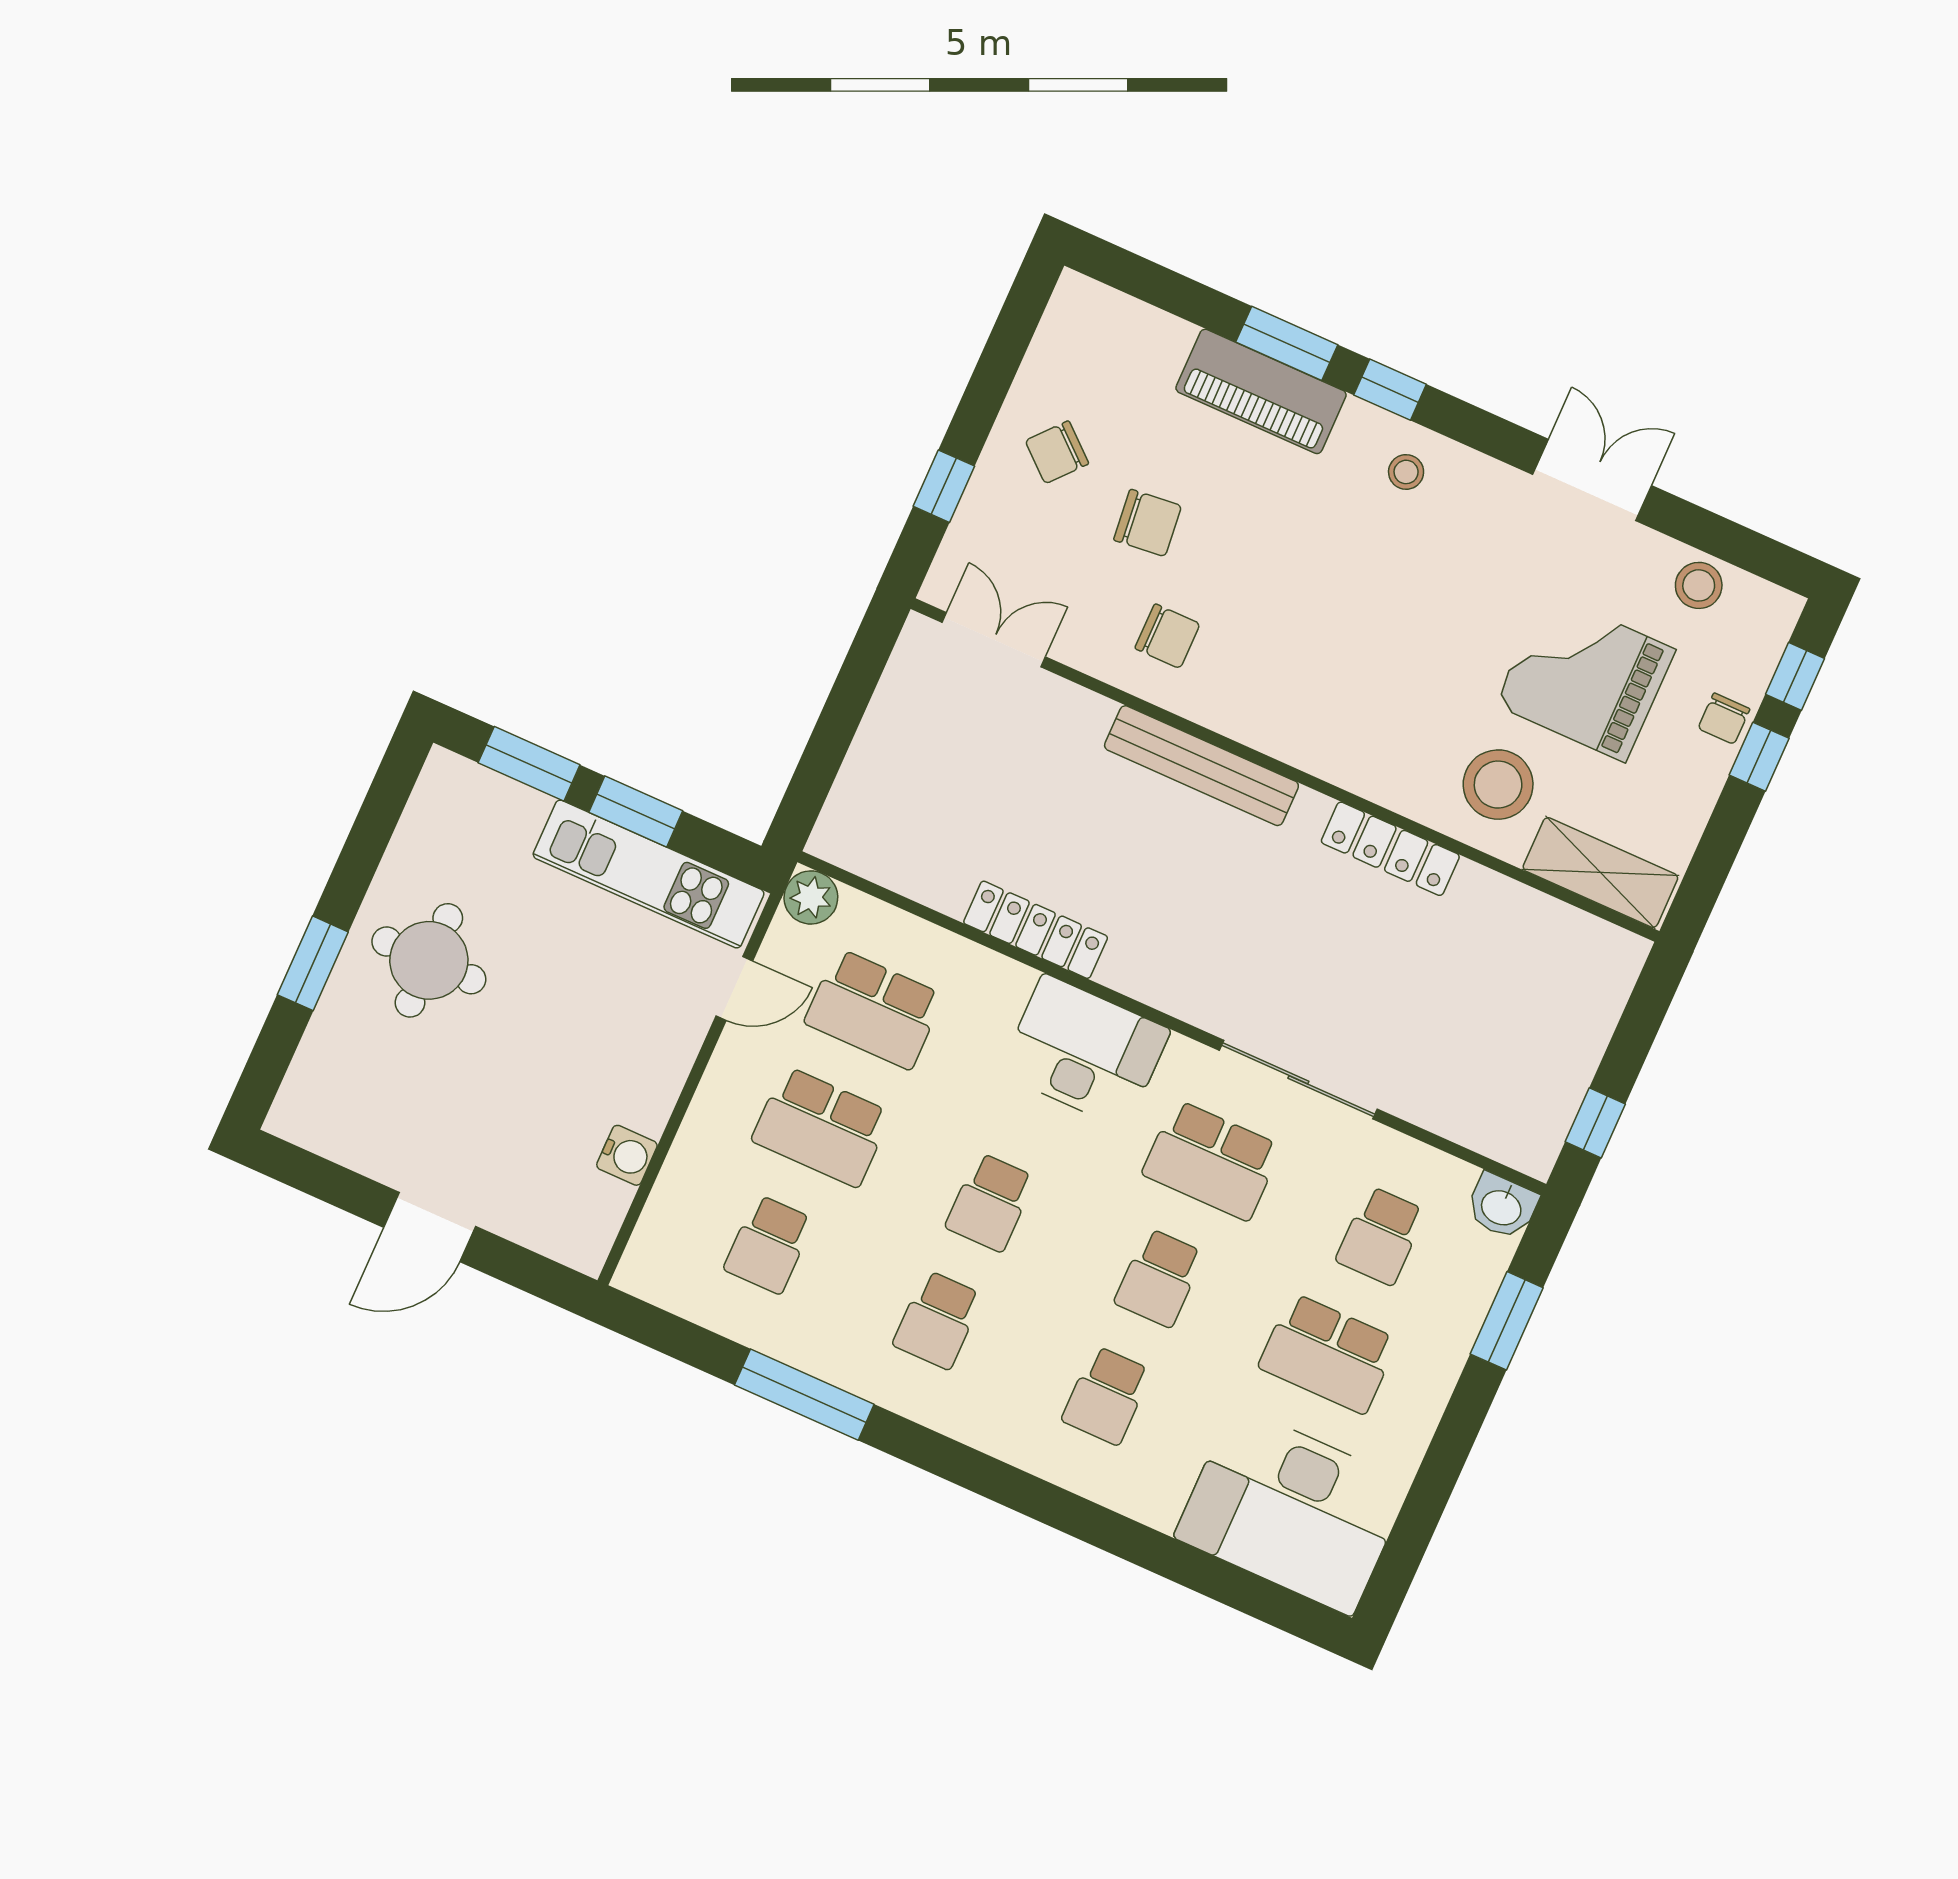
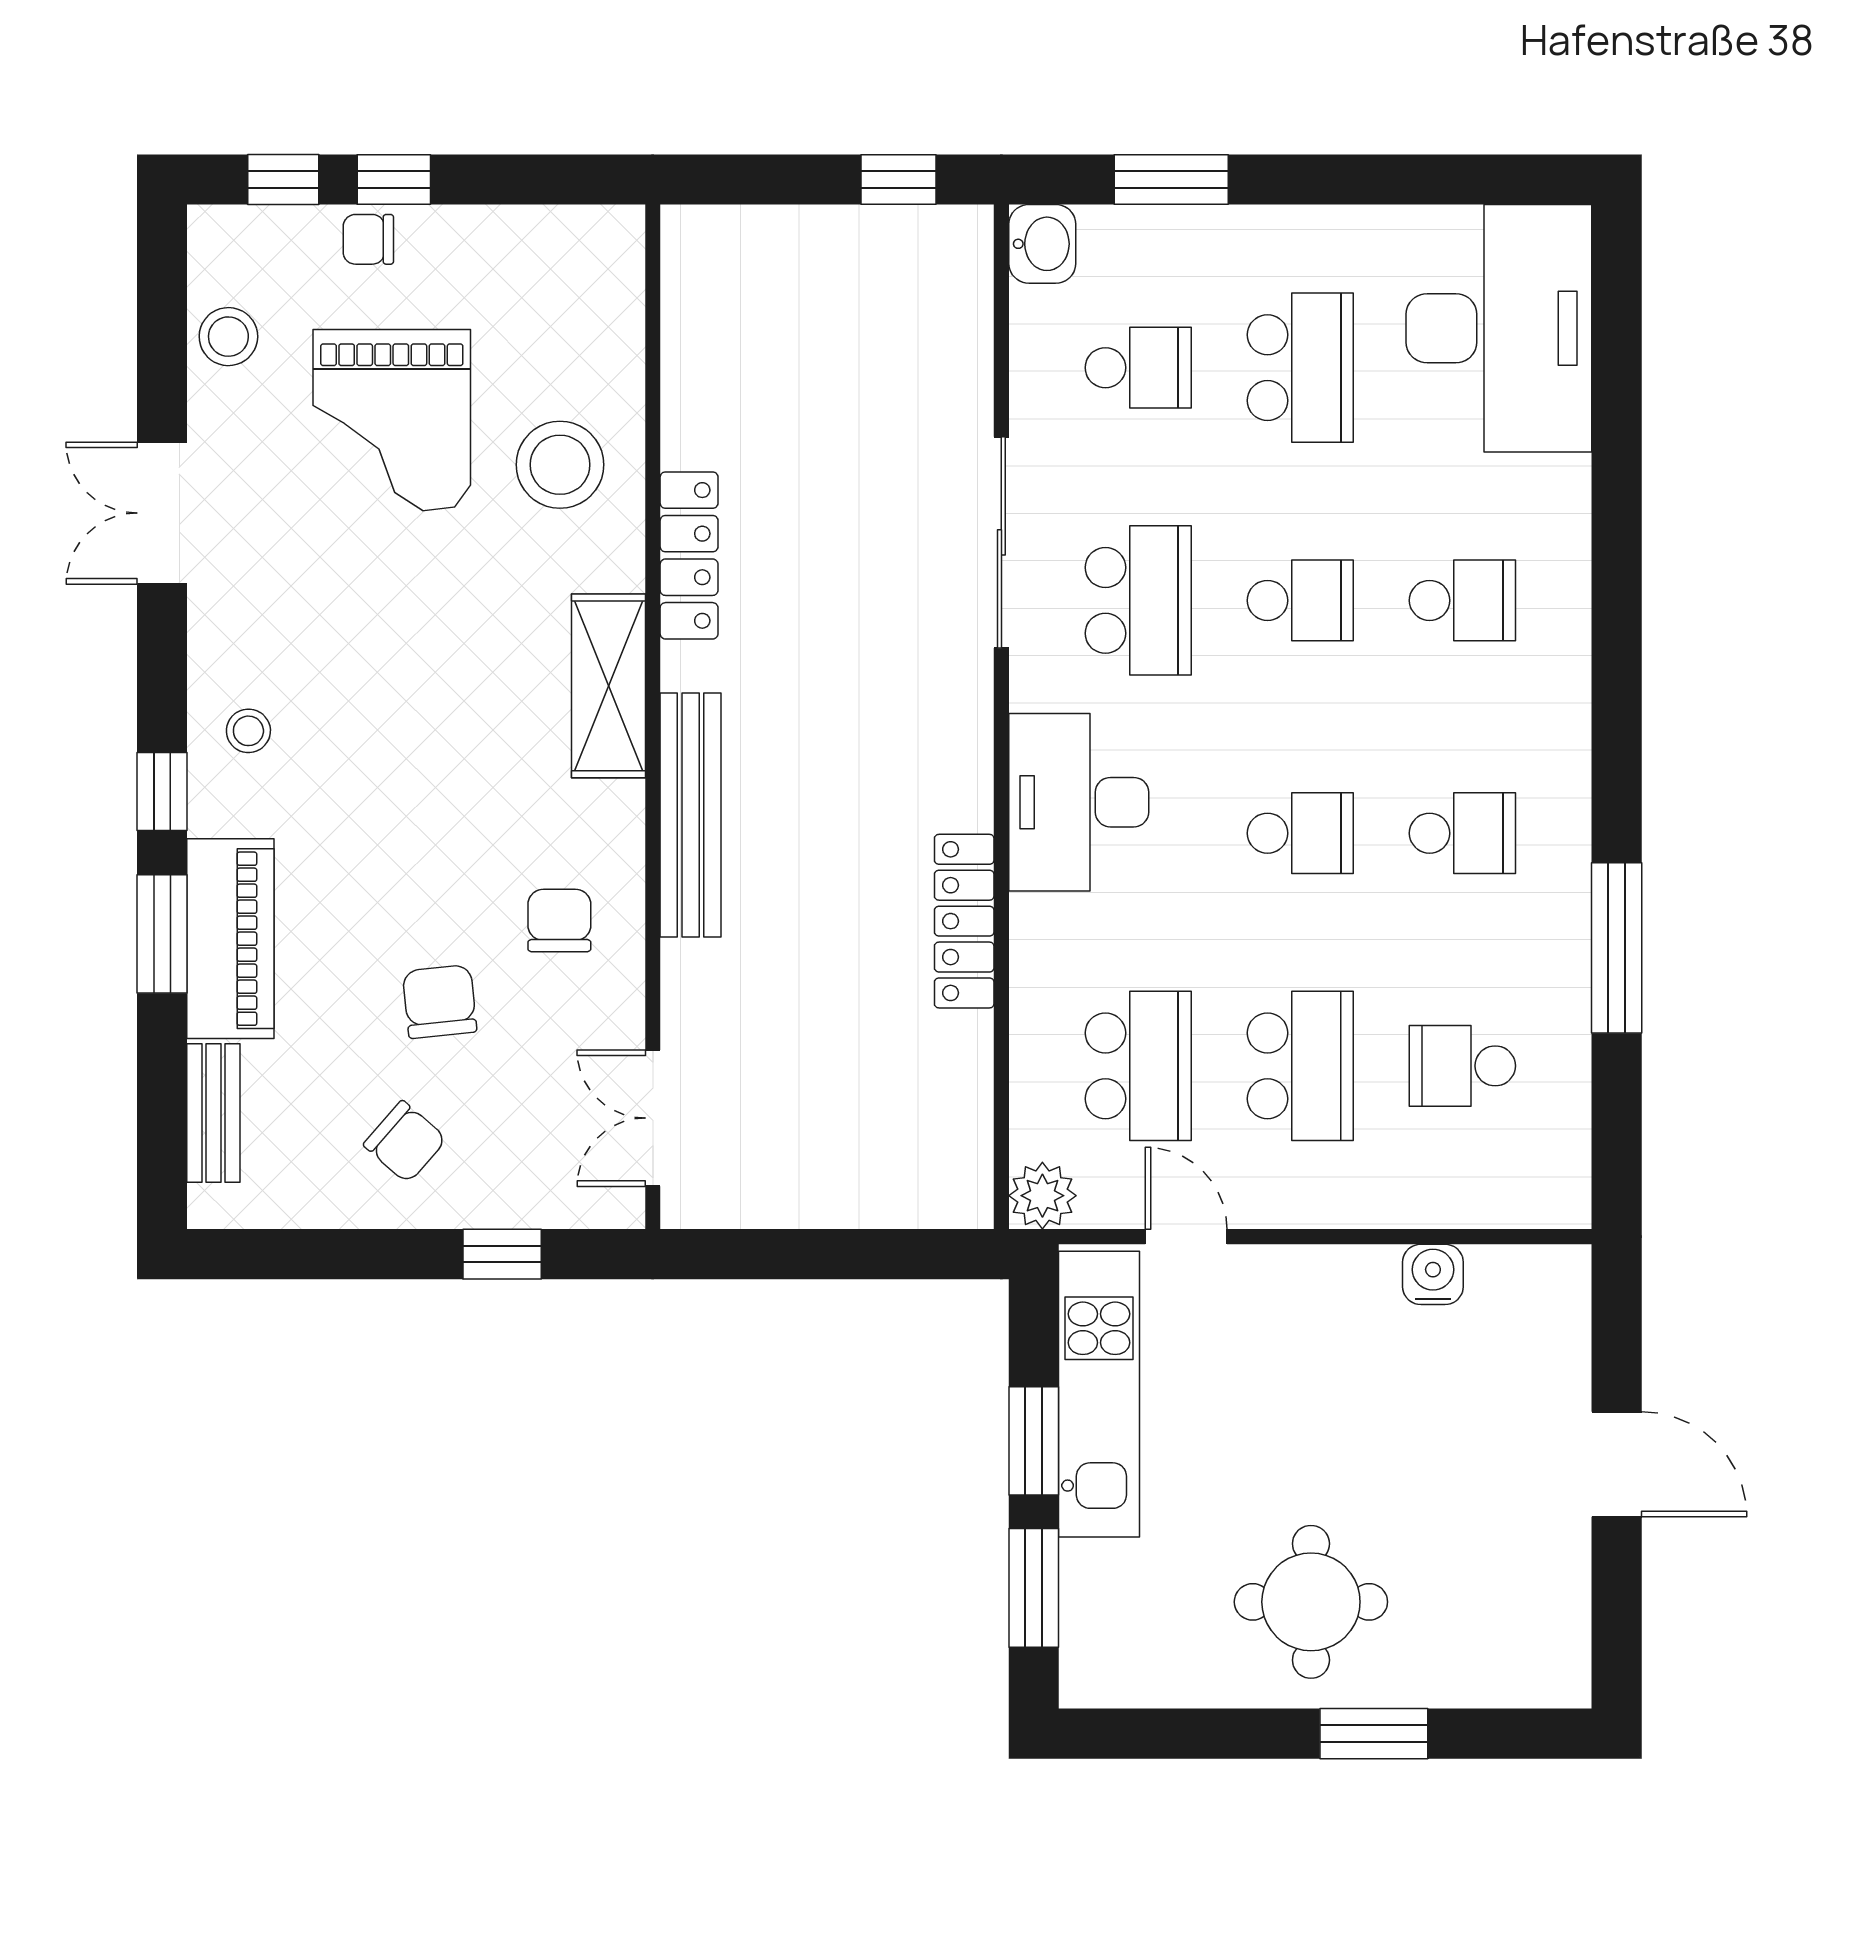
bench: (1140, 323) -> (213, 1113), added
chair: (1724, 719) -> (368, 239), turned 180
shelving: (1600, 873) -> (608, 686), moved
school desk: (769, 1244) -> (1462, 1066), turned 180

